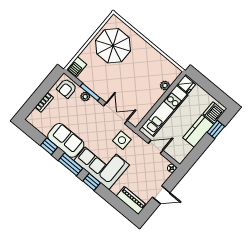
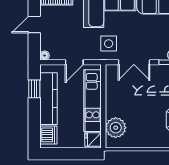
plant: (165, 86) -> (116, 128), width x1.88, depth x1.88
window: (216, 129) -> (34, 89), moved
kitchen counter: (198, 131) -> (48, 99), width x1.50

